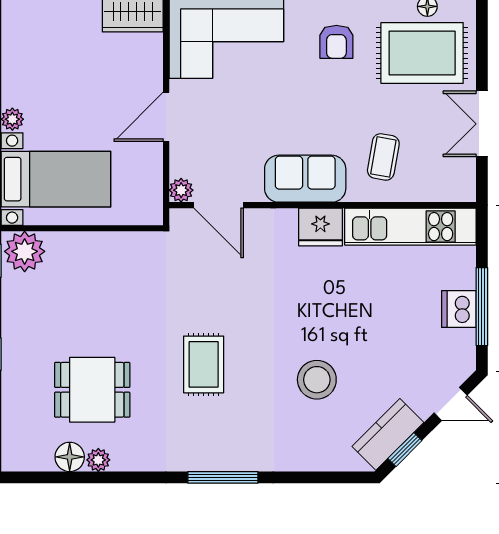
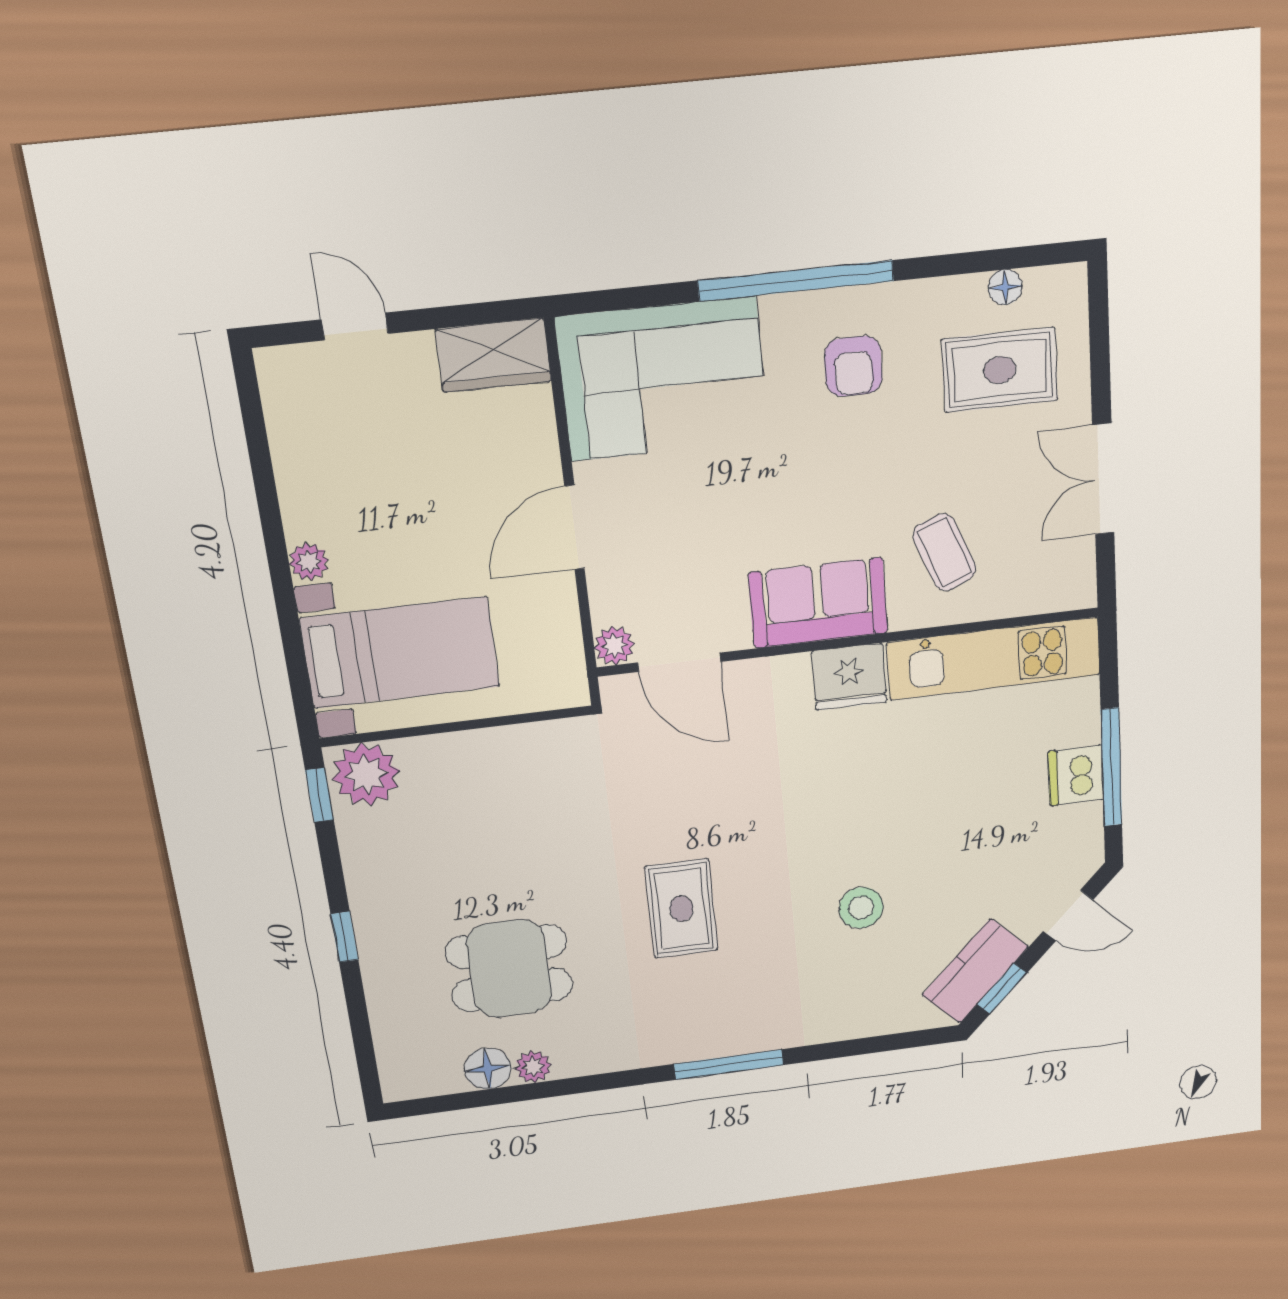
rug: (422, 53) -> (1000, 370), width x0.73, depth x0.70
coffee table: (383, 157) -> (944, 552), turned -32
stool: (317, 380) -> (861, 908), width x0.73, depth x0.73

